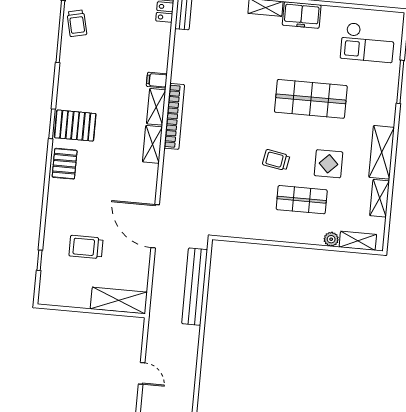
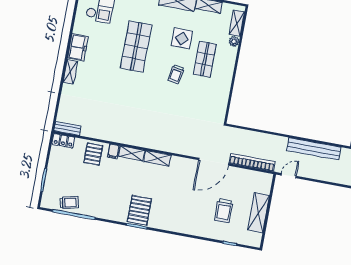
bookcase: (174, 116) -> (252, 162), moved
pallet: (65, 164) -> (93, 154), moved, turned 90
bench: (195, 287) -> (314, 149), moved
shelving: (119, 300) -> (259, 213), moved
door: (142, 373) -> (289, 176), moved

